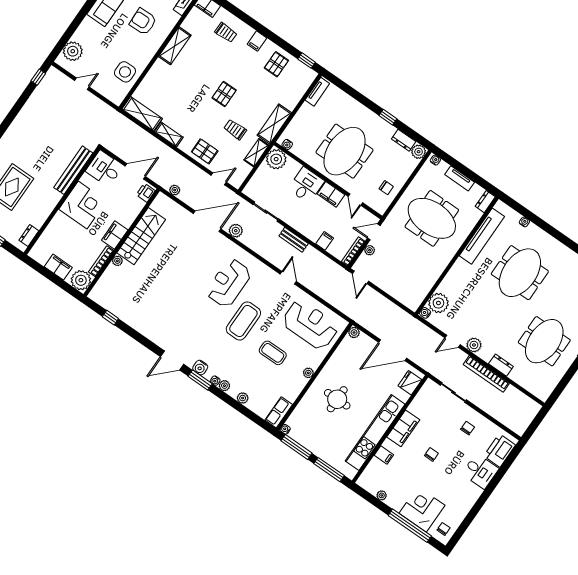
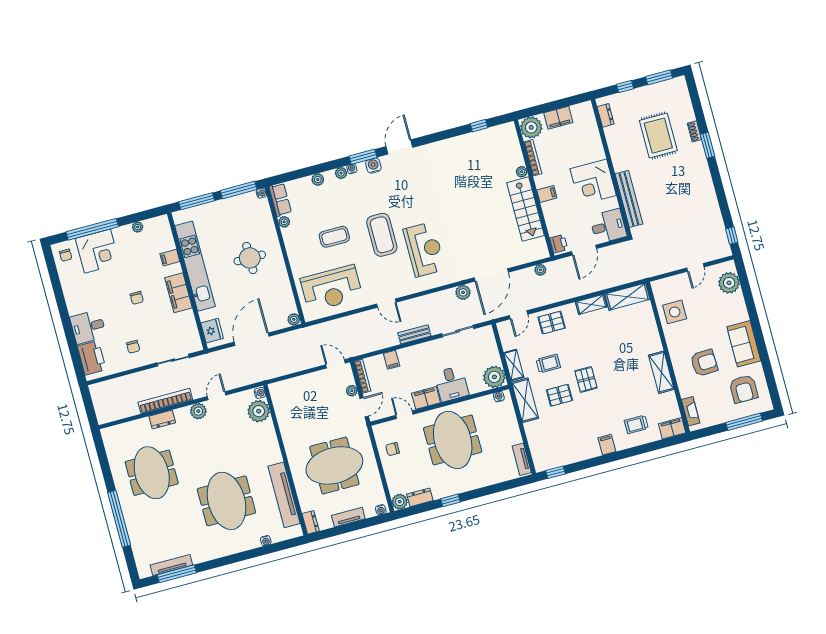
pallet: (276, 64) -> (559, 395), moved, turned 90
filing cabinet: (115, 235) -> (547, 194), width x0.50
plant: (308, 373) -> (284, 222), moved

